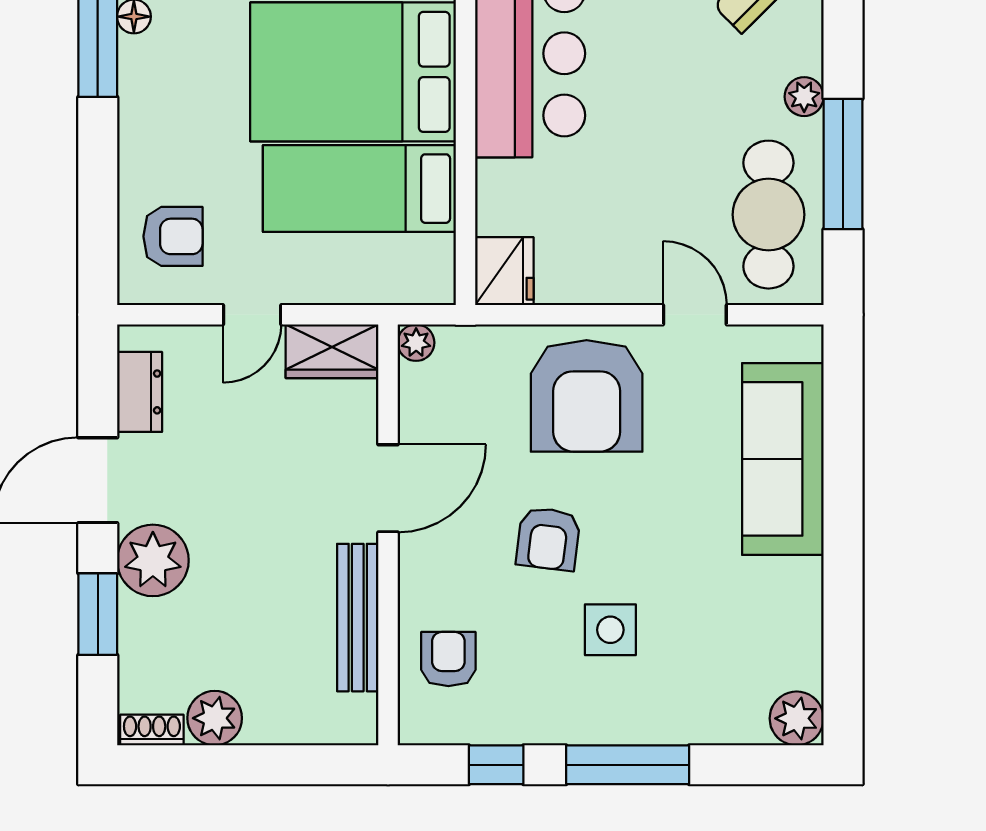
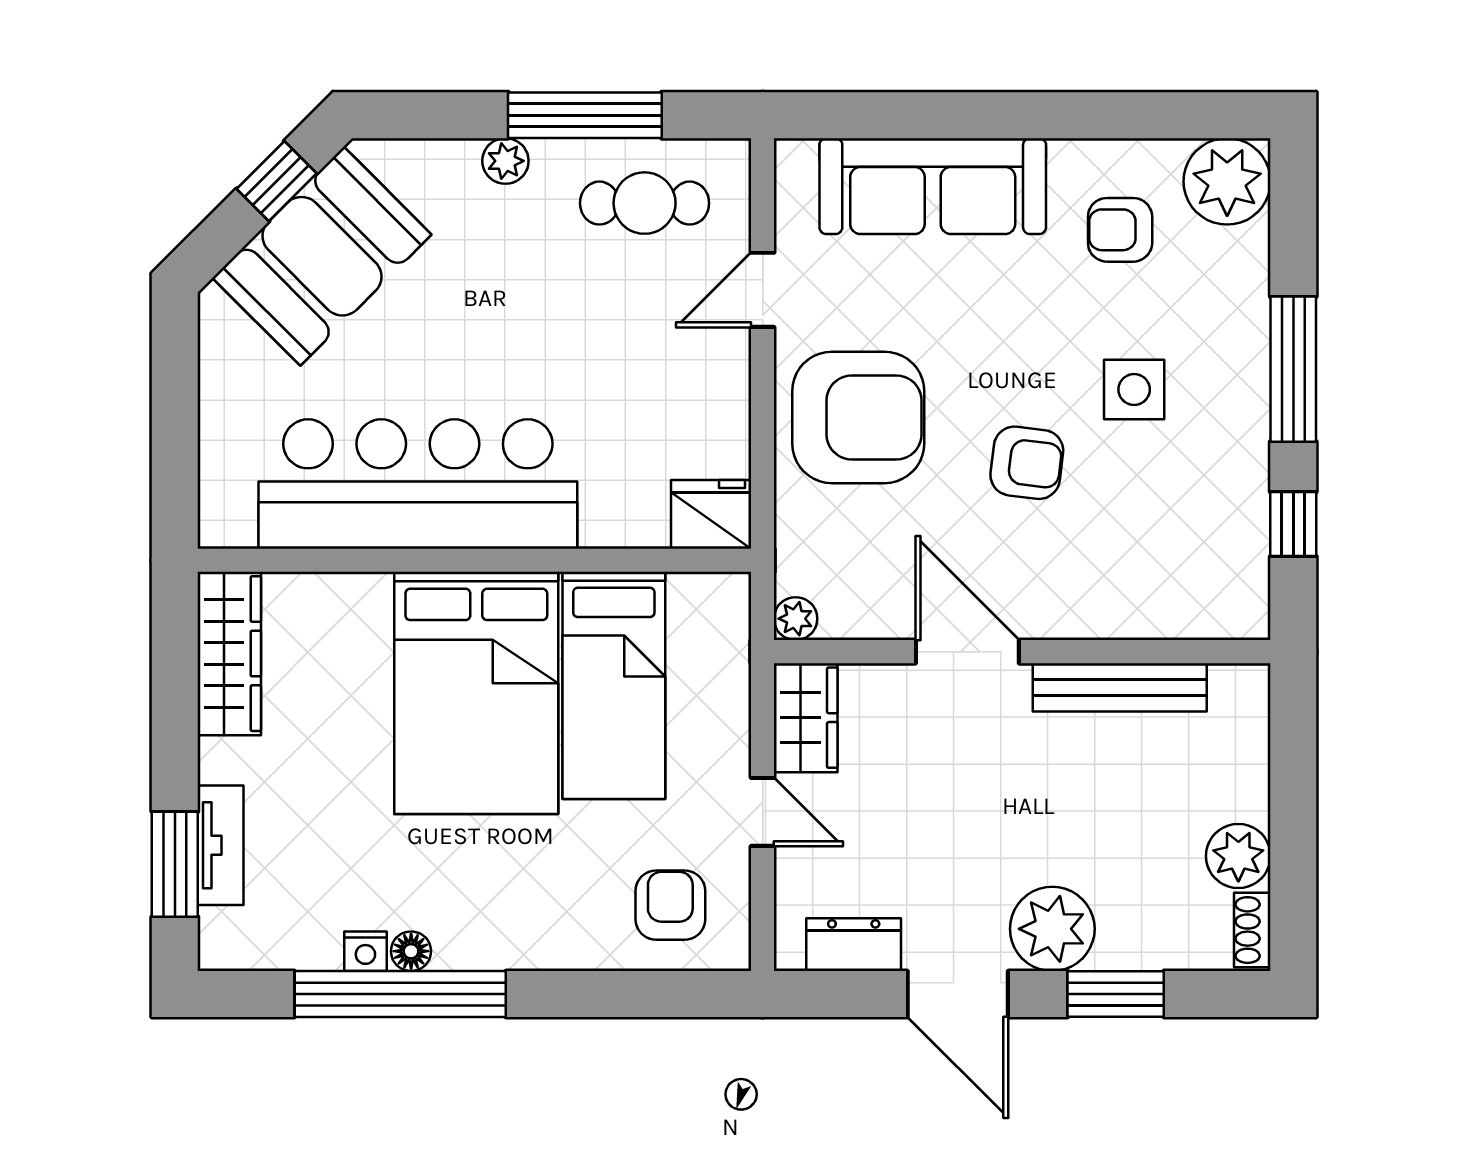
cafe table: (768, 215) -> (645, 203), width x0.73, depth x0.74
armchair: (448, 659) -> (1120, 230), moved
plant: (797, 718) -> (1227, 181), width x1.36, depth x1.36

